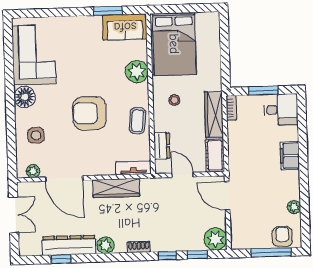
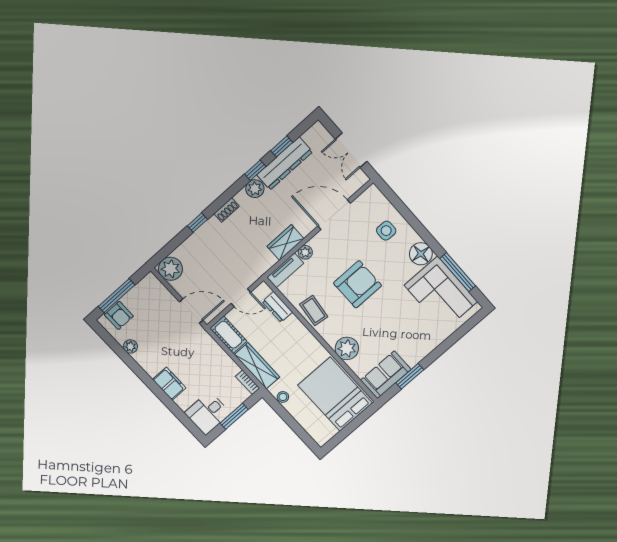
window: (9, 61) -> (458, 272), added
stool: (174, 100) -> (283, 397), moved
plant: (33, 171) -> (305, 252), moved
wardrobe: (116, 188) -> (285, 243), width x0.67
window: (197, 255) -> (255, 170), moved

